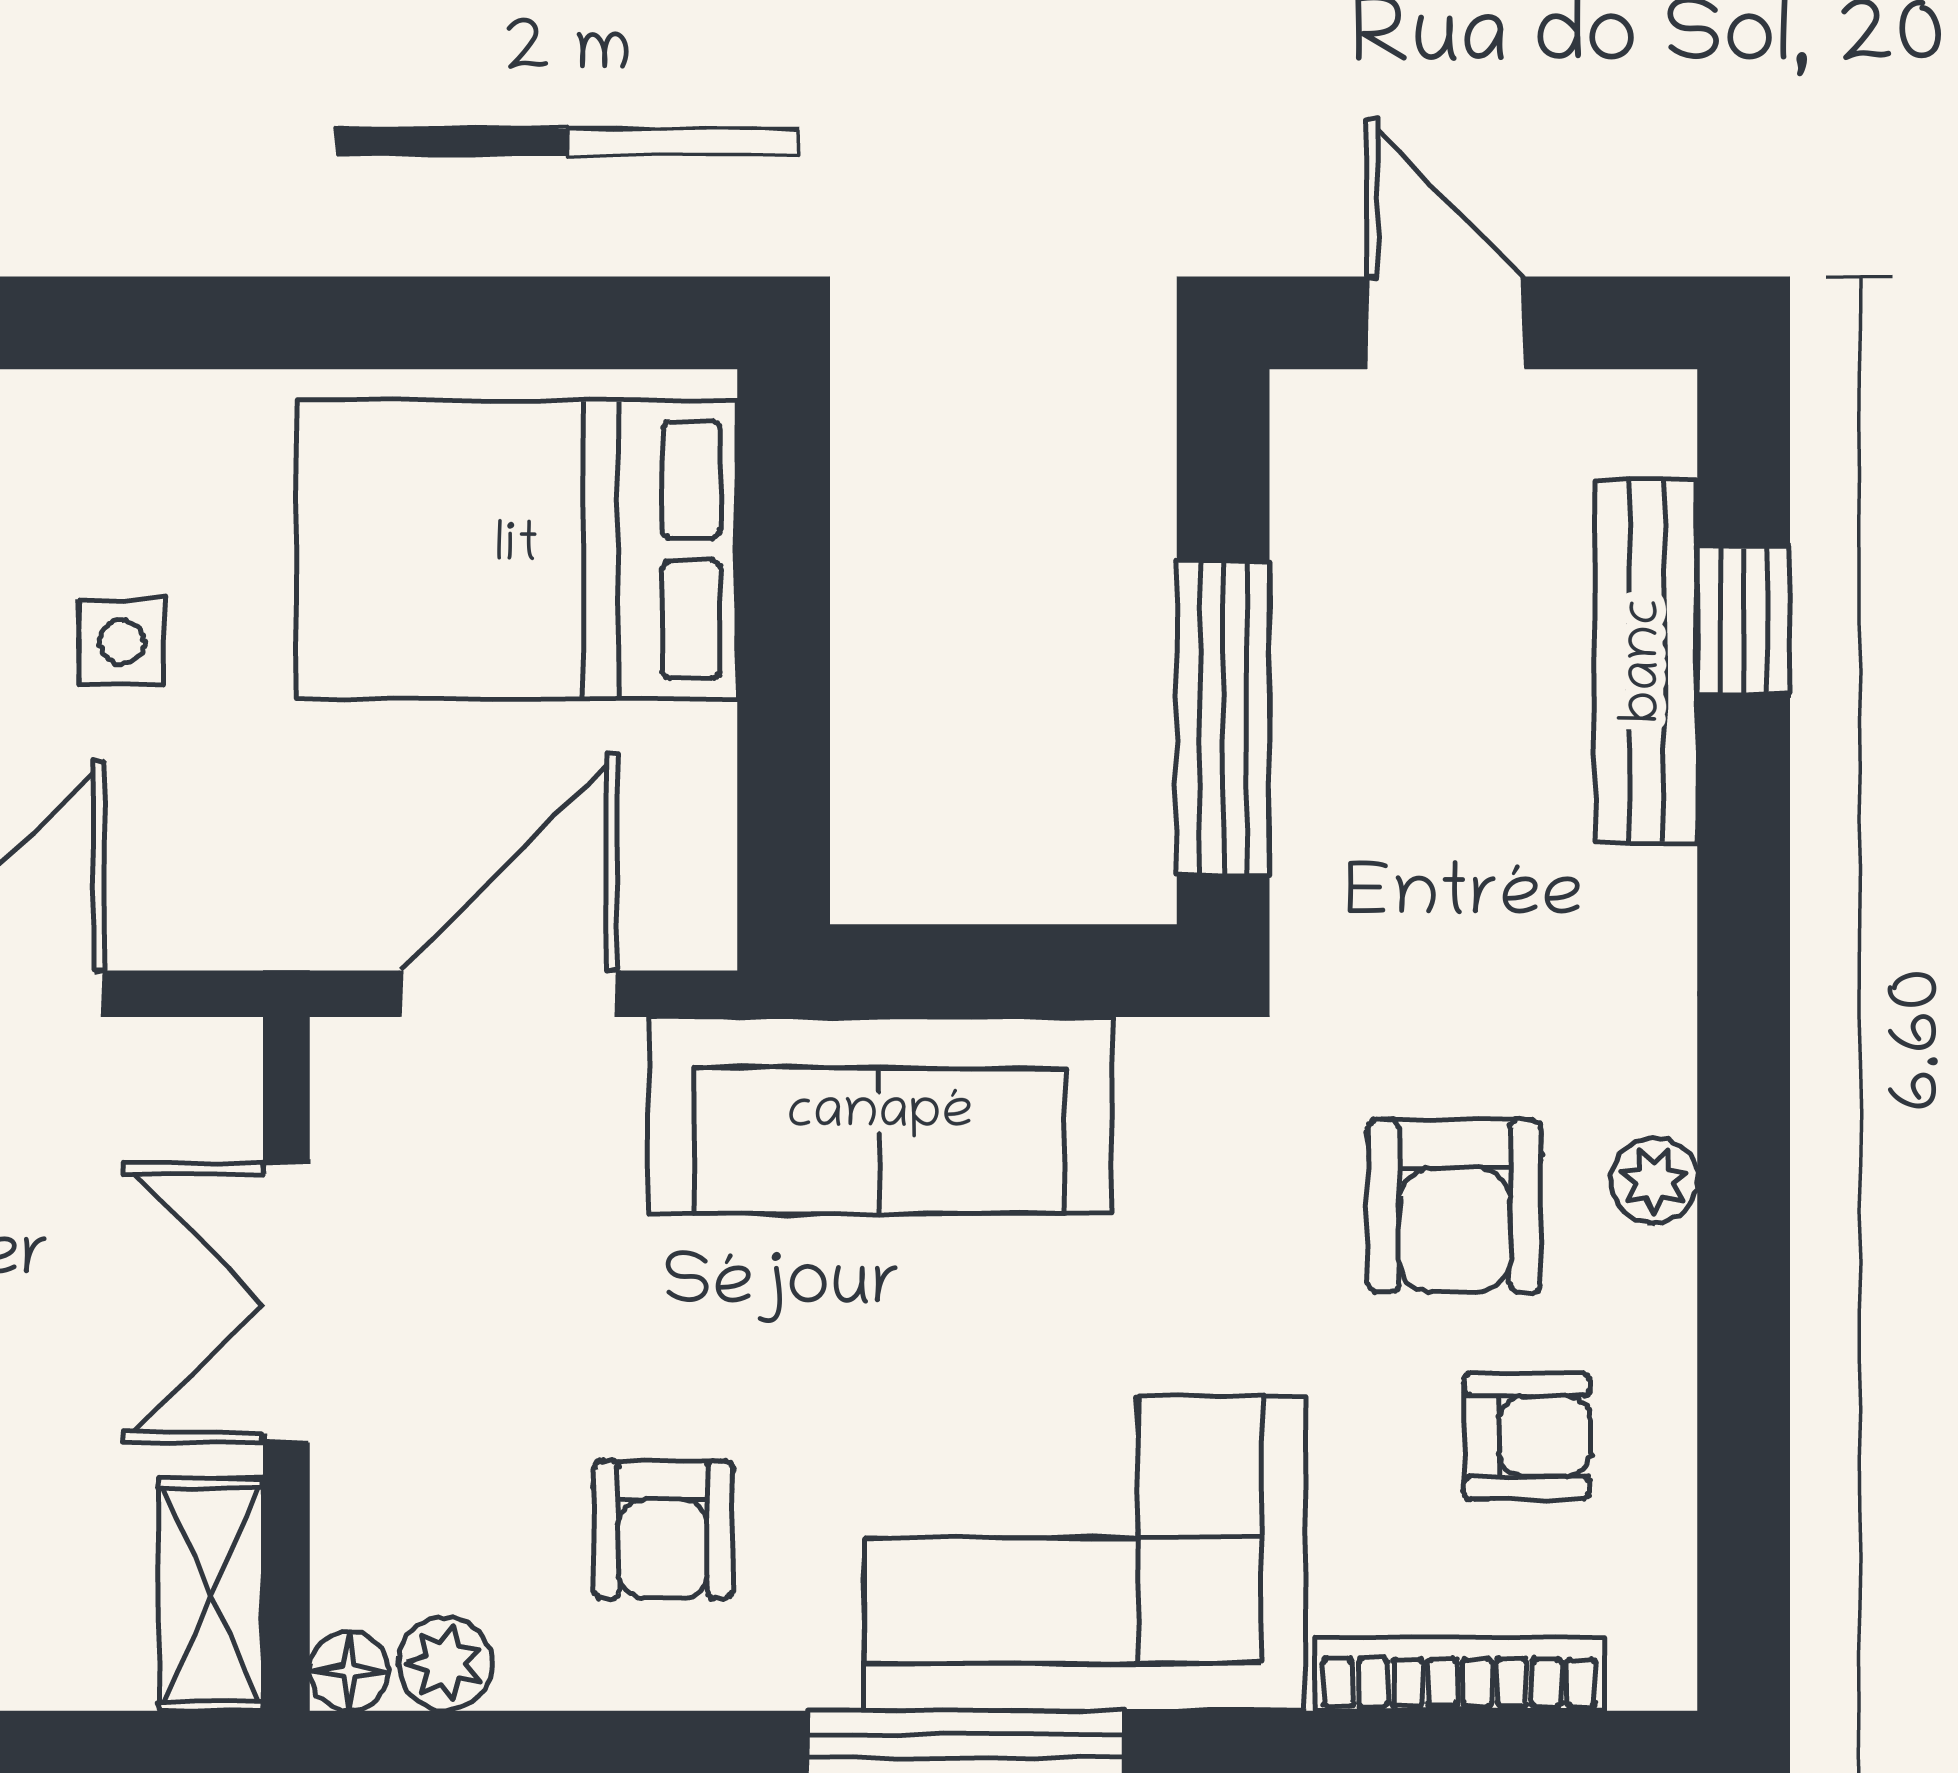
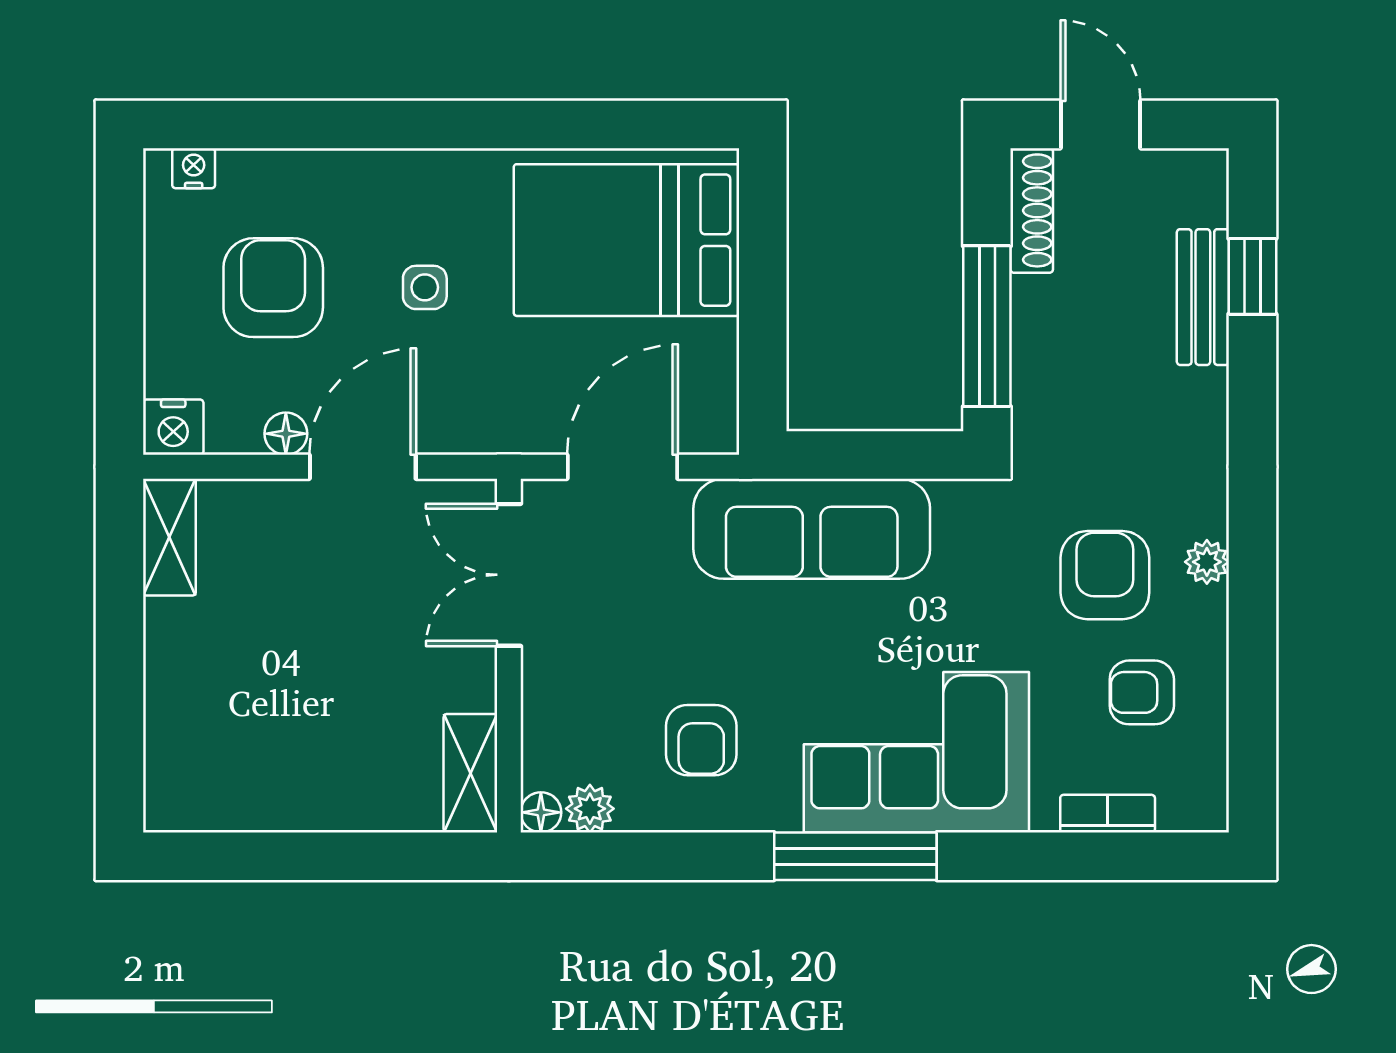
shoe rack: (1311, 491) -> (1032, 210), added
bench: (1646, 661) -> (1203, 297), width x0.73
armchair: (1454, 1206) -> (1105, 575), turned 180
double door: (286, 1303) -> (509, 575), moved
armchair: (1527, 1436) -> (1142, 692), turned 180
bookcase: (1460, 1674) -> (1108, 814), width x0.64

